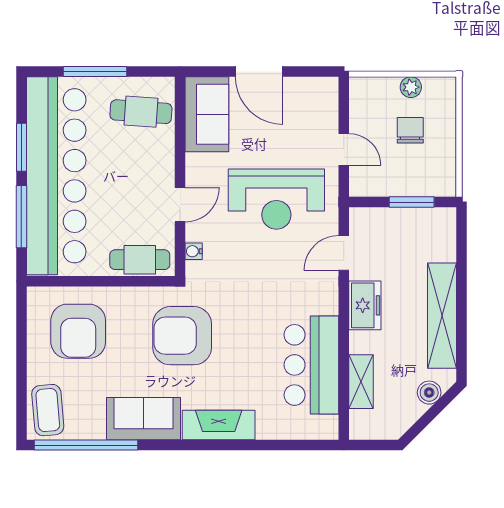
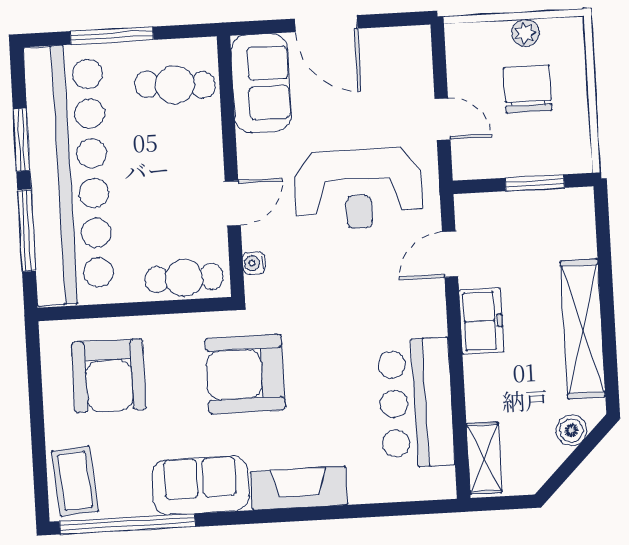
chair: (410, 130) -> (528, 89), width x1.37, depth x1.37
shelving: (361, 382) -> (484, 458), moved

